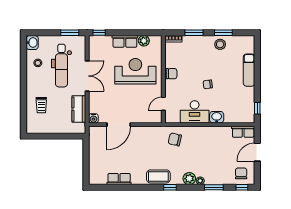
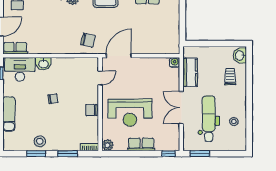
plant: (144, 41) -> (108, 145), moved
washbasin: (32, 43) -> (240, 56), moved
desk: (195, 112) -> (20, 69), moved
door: (119, 125) -> (119, 56), moved

